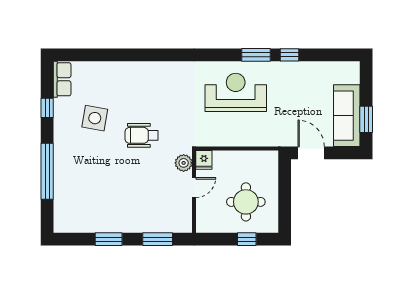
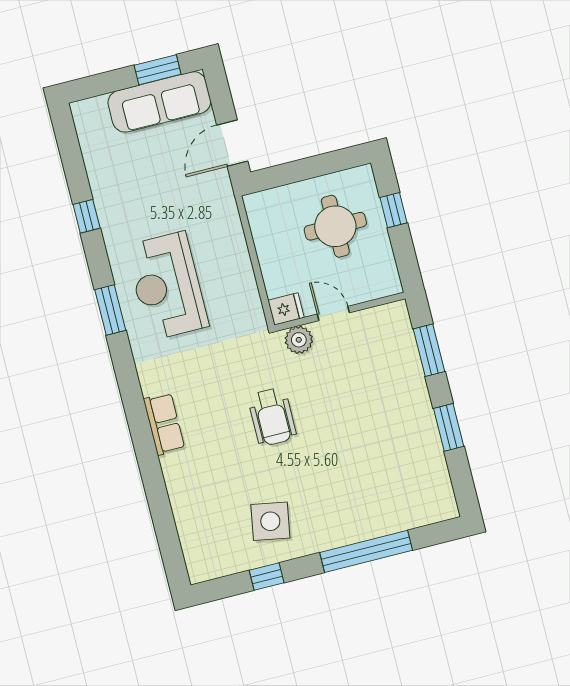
window: (256, 55) -> (110, 310), moved
row of seats: (62, 79) -> (164, 424), moved, turned 90
side table: (95, 118) -> (270, 521), moved

